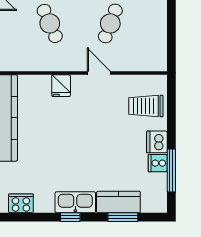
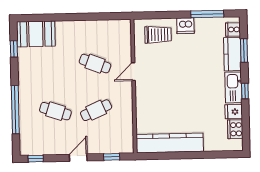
fridge: (61, 86) -> (234, 112), moved, turned 180
trolley: (146, 106) -> (158, 35), turned -90
cooker: (158, 163) -> (233, 30), moved, turned 90

